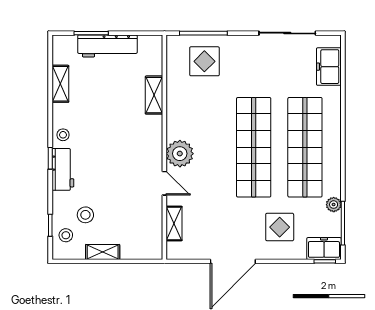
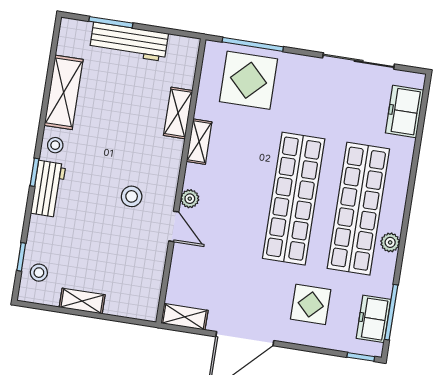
display table: (204, 61) -> (248, 80), width x1.36, depth x1.36
shelving: (60, 84) -> (64, 92), width x1.50, depth x1.33
shelving: (174, 115) -> (199, 142), added
plant: (180, 154) -> (190, 199), width x0.53, depth x0.53
plant: (334, 205) -> (390, 242), moved
stool: (85, 215) -> (132, 196), moved
shelving: (174, 224) -> (184, 317), moved, turned 90
freezer: (324, 249) -> (374, 319), moved, turned -90

